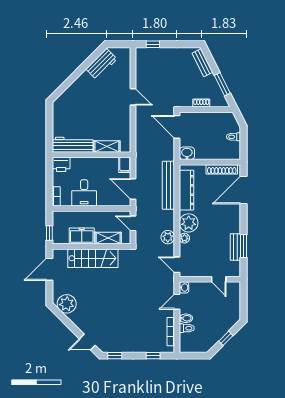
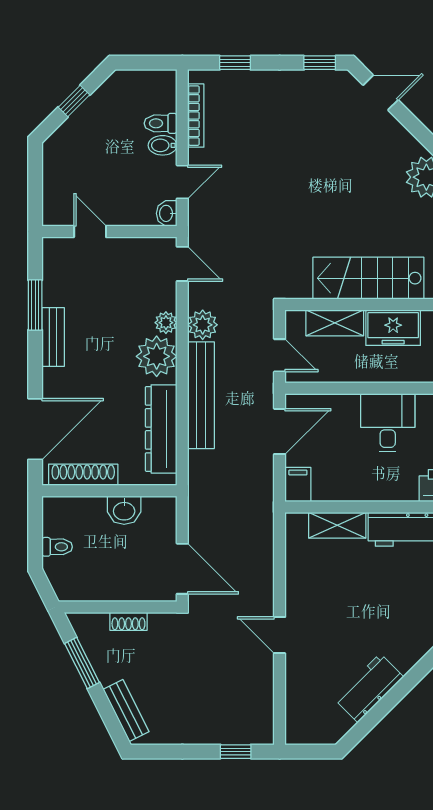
workbench: (101, 64) -> (369, 688), moved
washbasin: (187, 153) -> (124, 510), moved
bench: (168, 185) -> (201, 395), moved
door: (133, 189) -> (280, 431), hinge flipped
bench: (235, 247) -> (53, 337), moved

